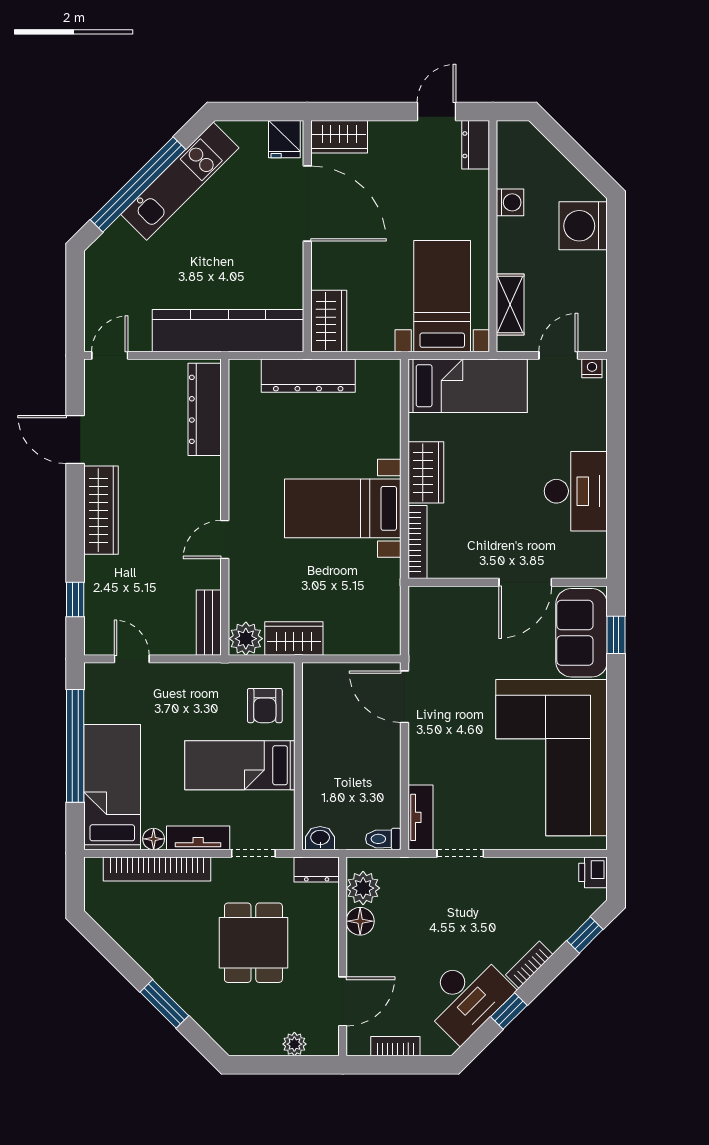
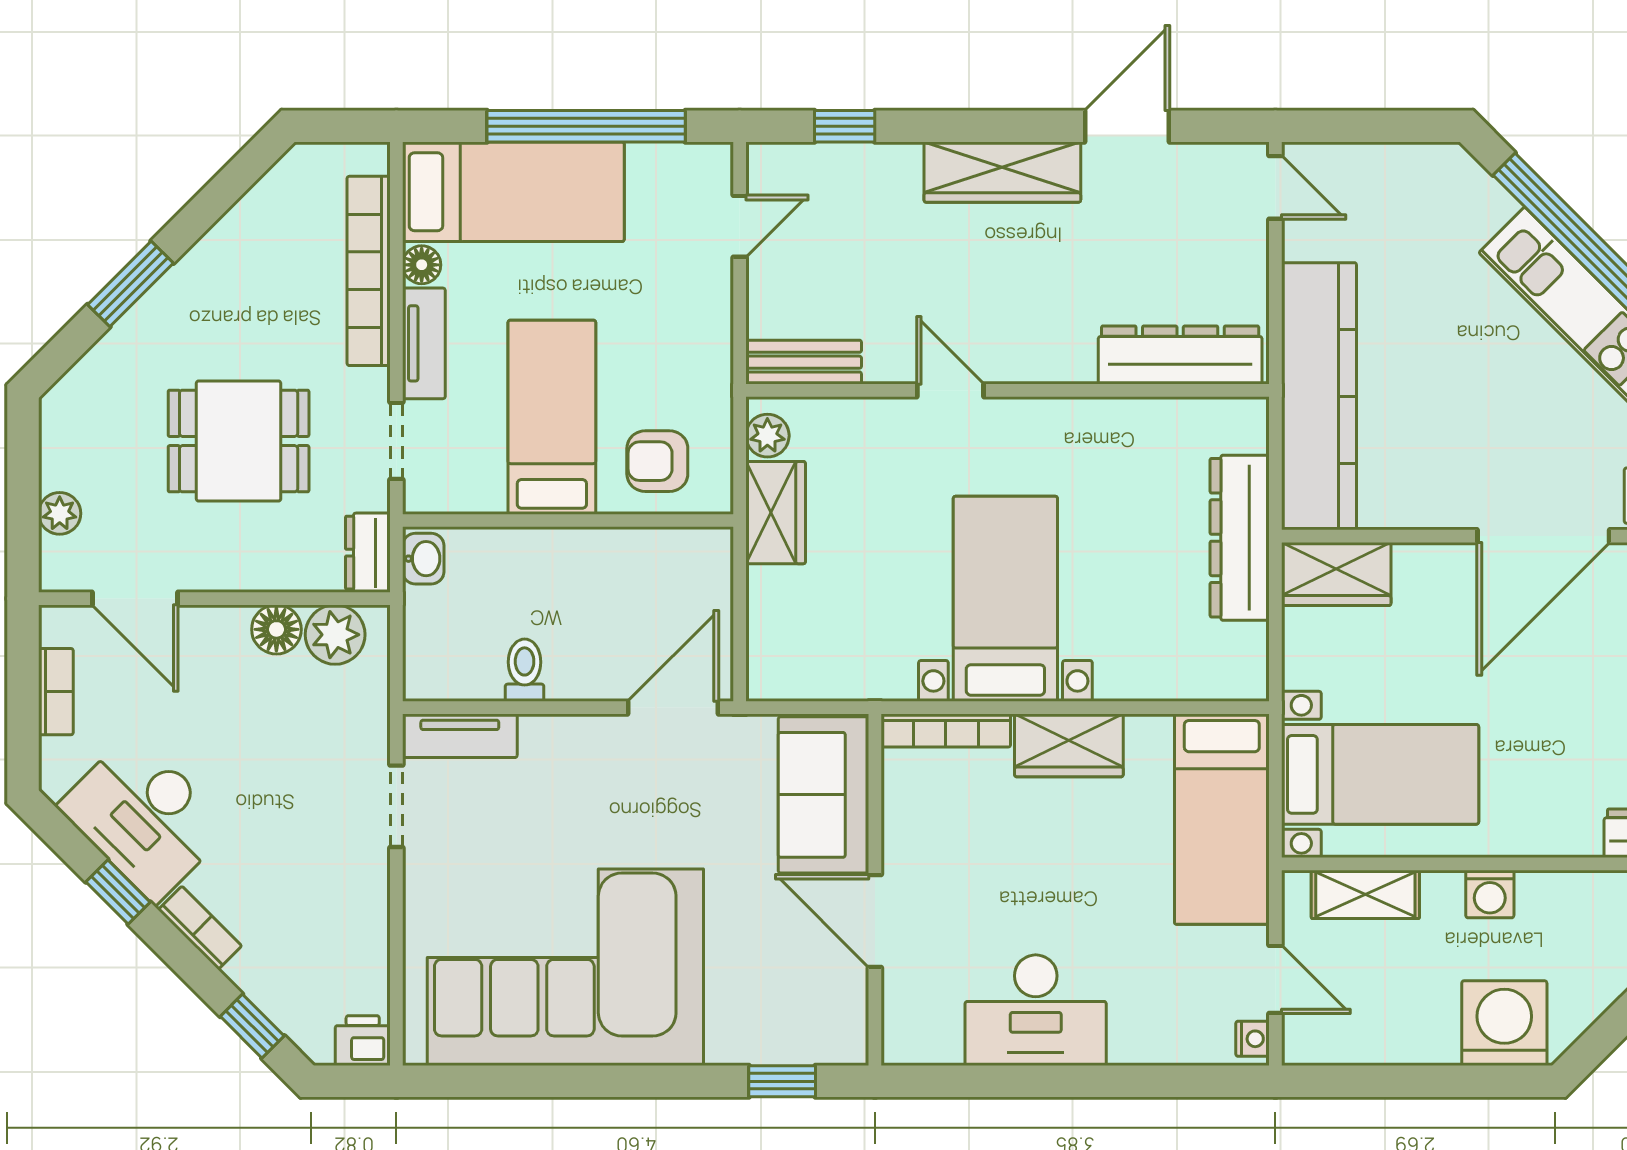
washing machine: (510, 202) -> (1490, 894), moved
sofa: (582, 633) -> (823, 795), moved, turned -90
plant: (246, 639) -> (767, 436), width x0.73, depth x0.73
toilet: (383, 839) -> (525, 670), moved

